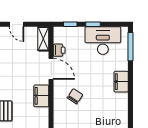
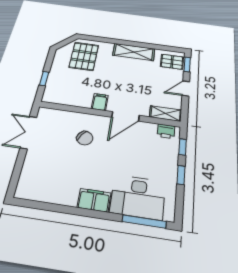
desk: (103, 41) -> (138, 197), moved, turned 90
printer: (59, 50) -> (166, 131), moved
filing cabinet: (41, 96) -> (100, 102), width x0.50

